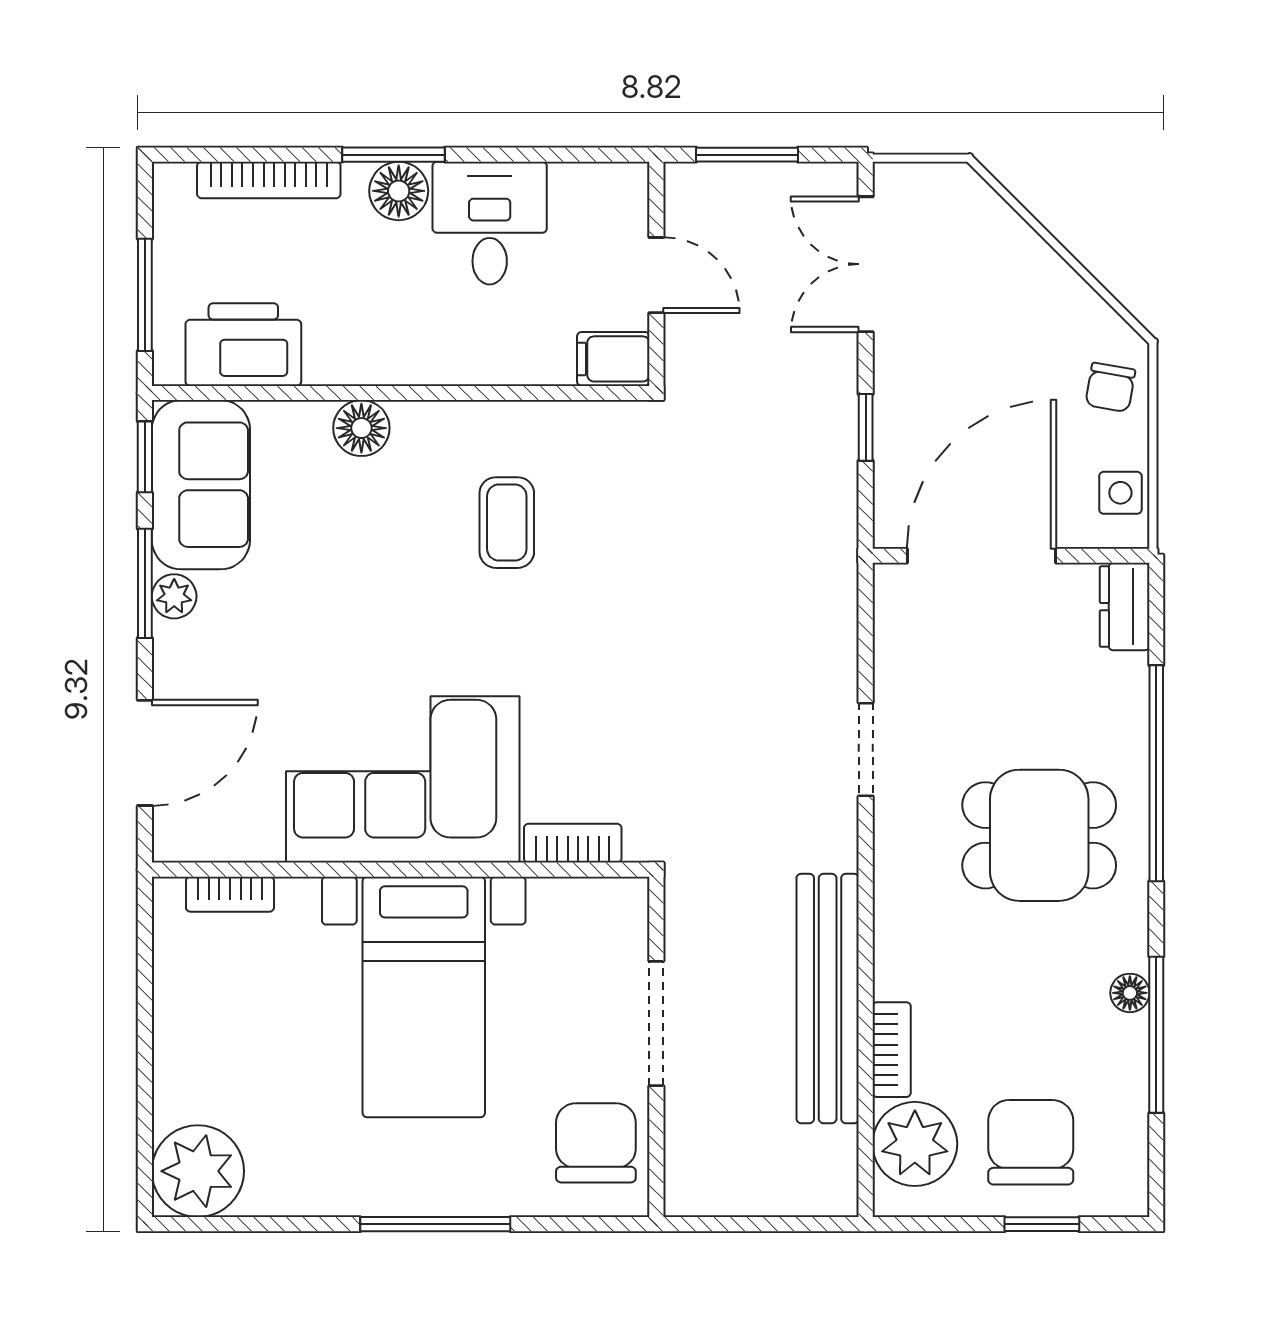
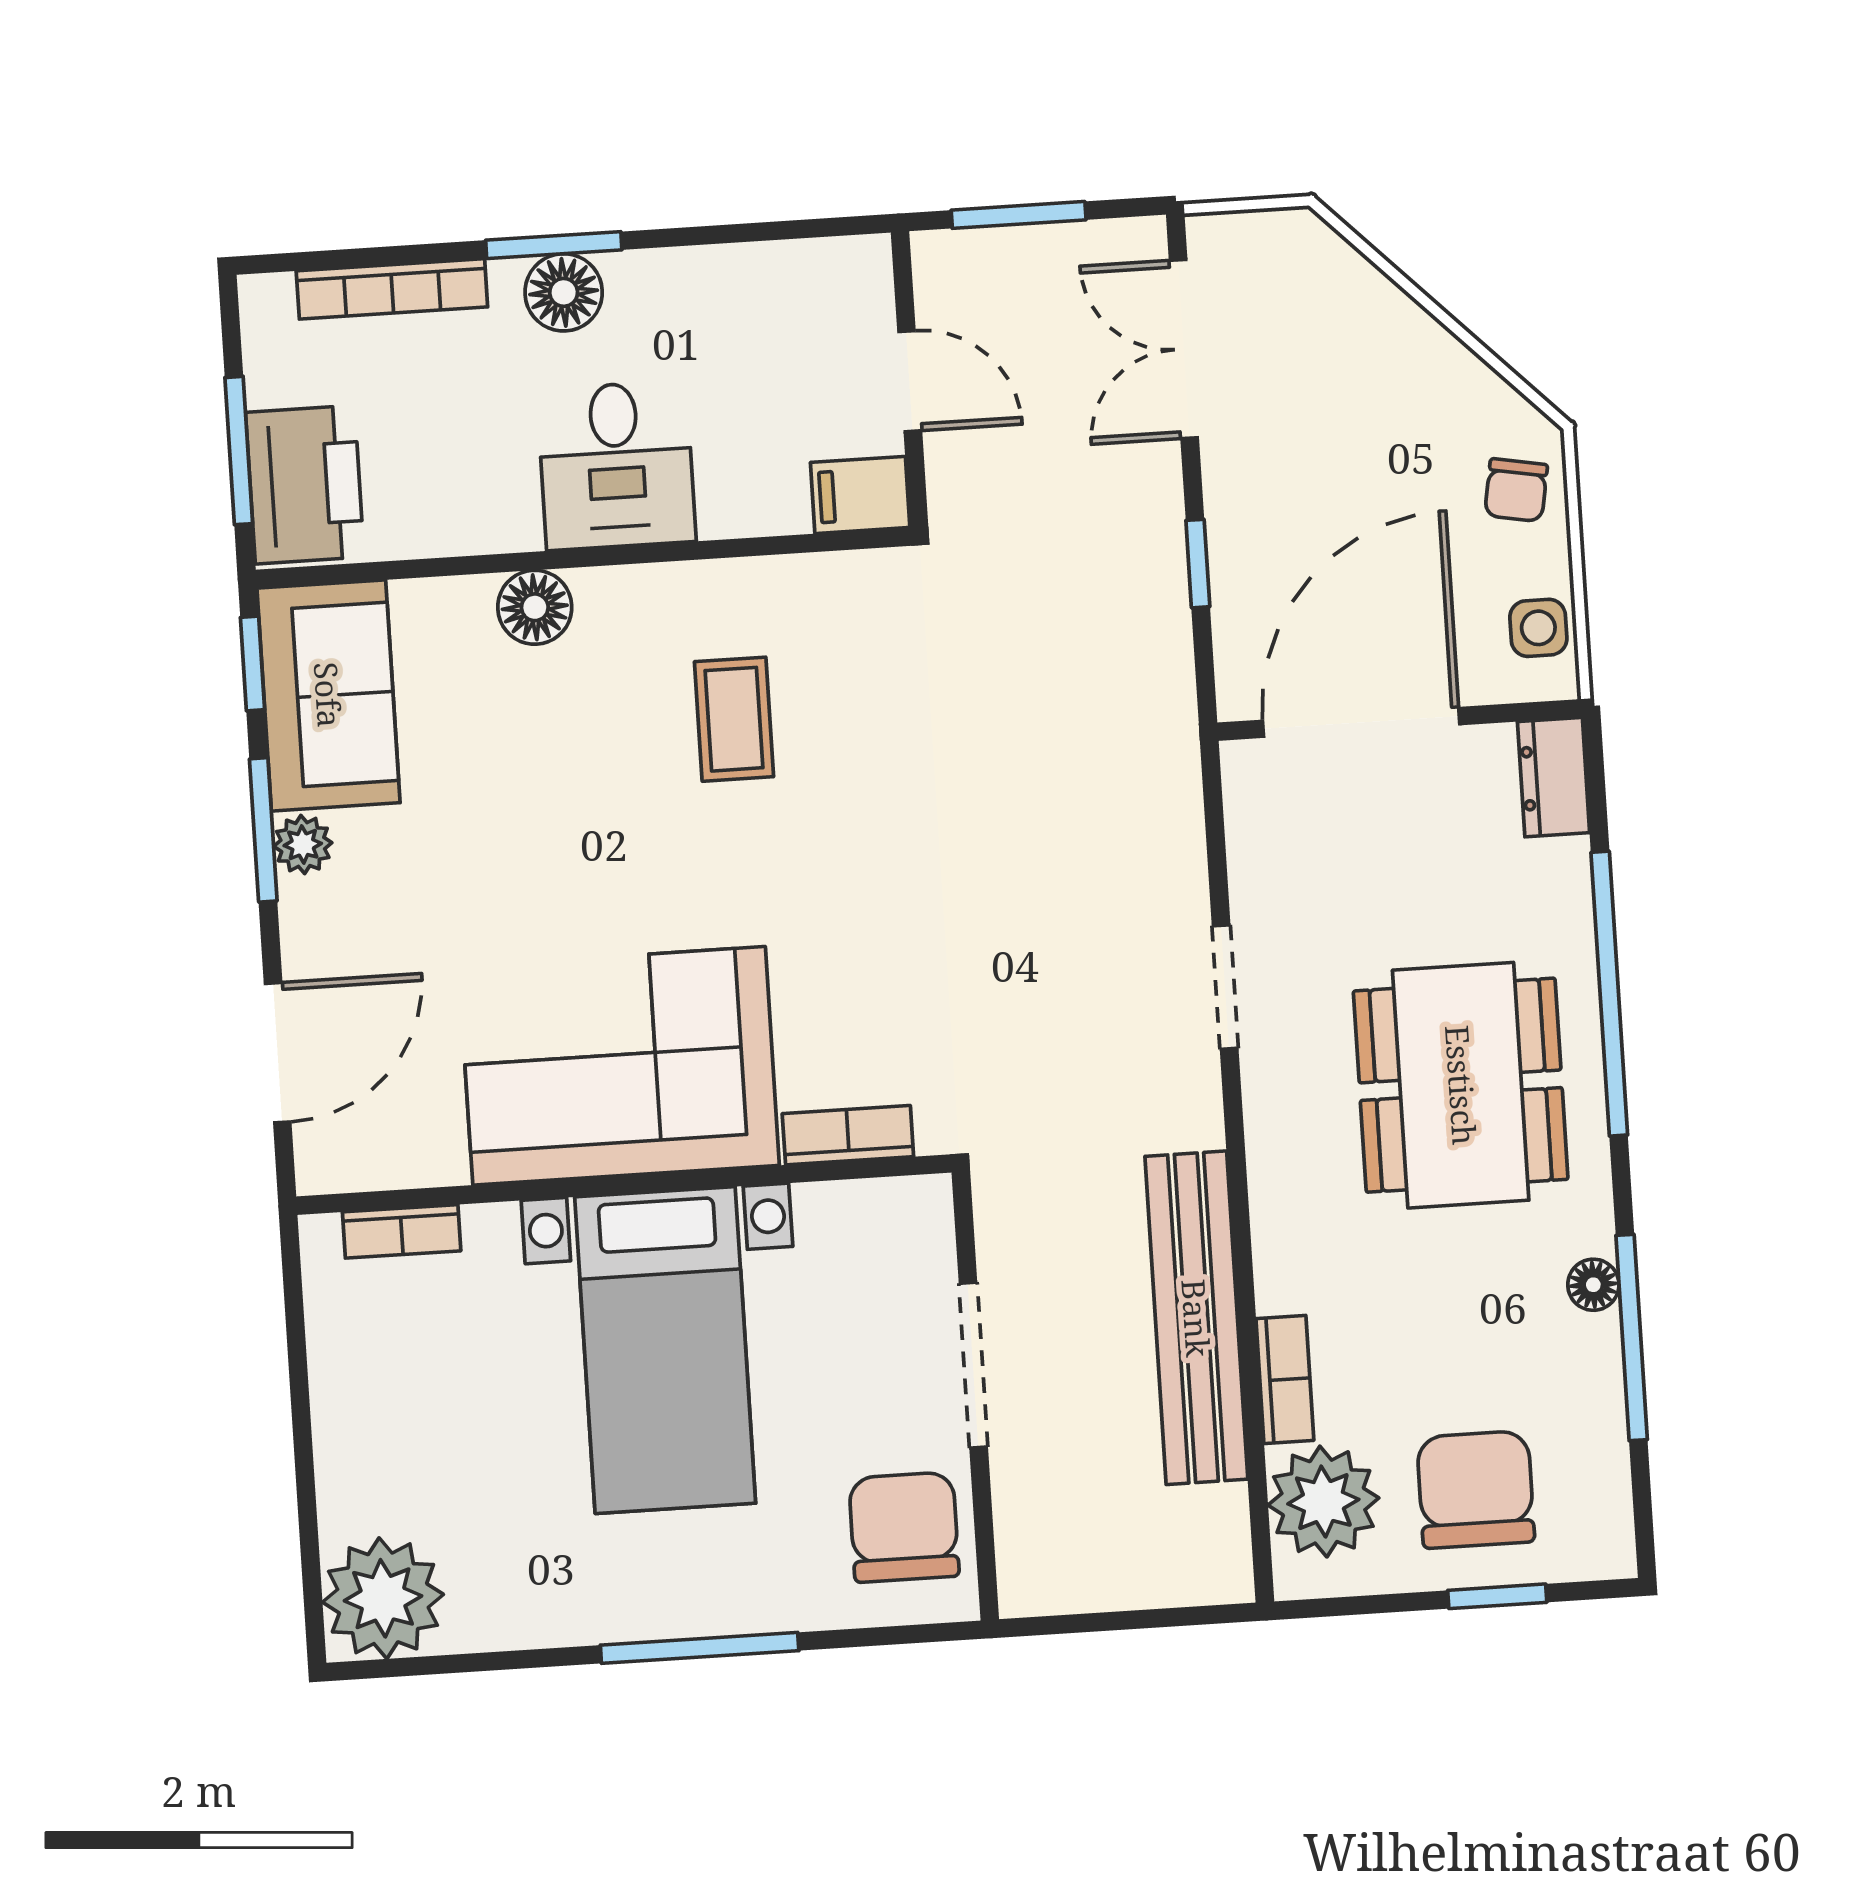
desk: (490, 223) -> (616, 465), moved, turned 180
printer: (243, 345) -> (305, 485), moved, turned 90
dining table: (1039, 835) -> (1461, 1085), width x1.38

